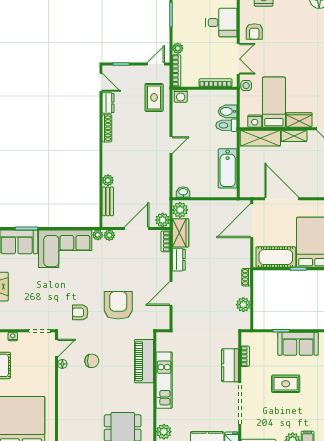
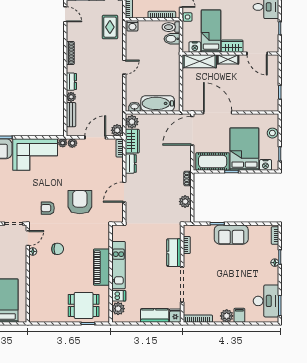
dresser: (108, 103) -> (71, 82), moved
toilet: (226, 125) -> (171, 27), moved
bathtub: (228, 168) -> (158, 103), moved, turned 90
piano: (144, 361) -> (102, 267), moved
rug: (286, 384) -> (221, 268), removed
dishwasher: (164, 417) -> (119, 296), added

